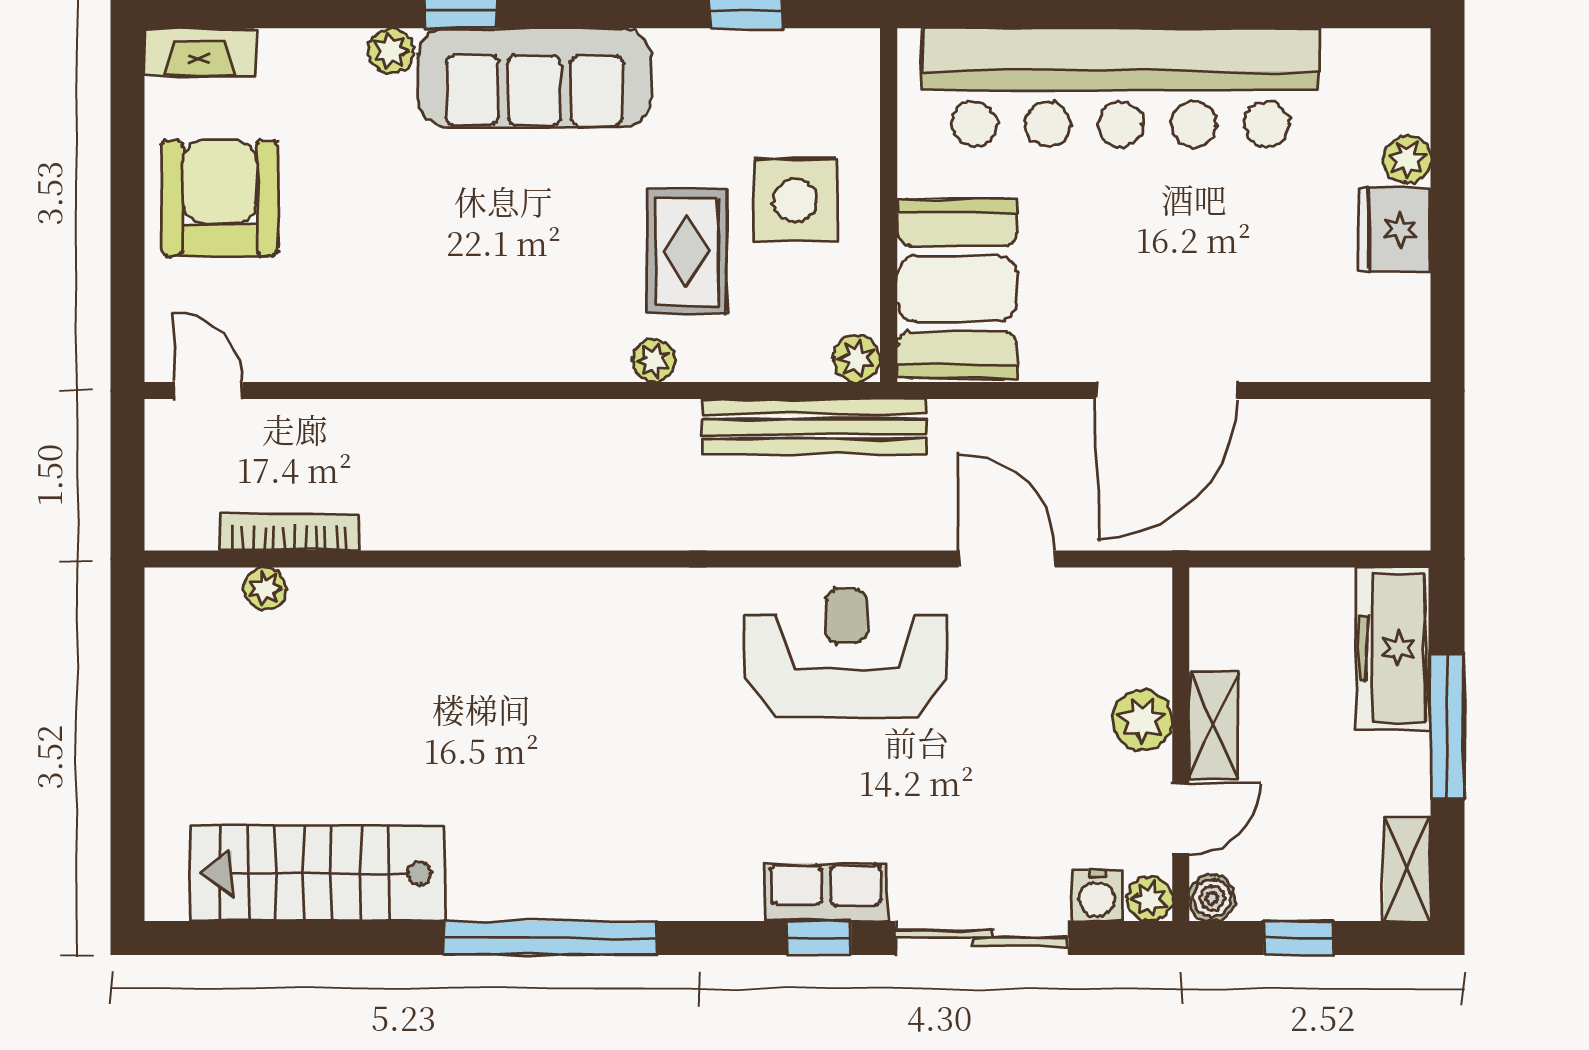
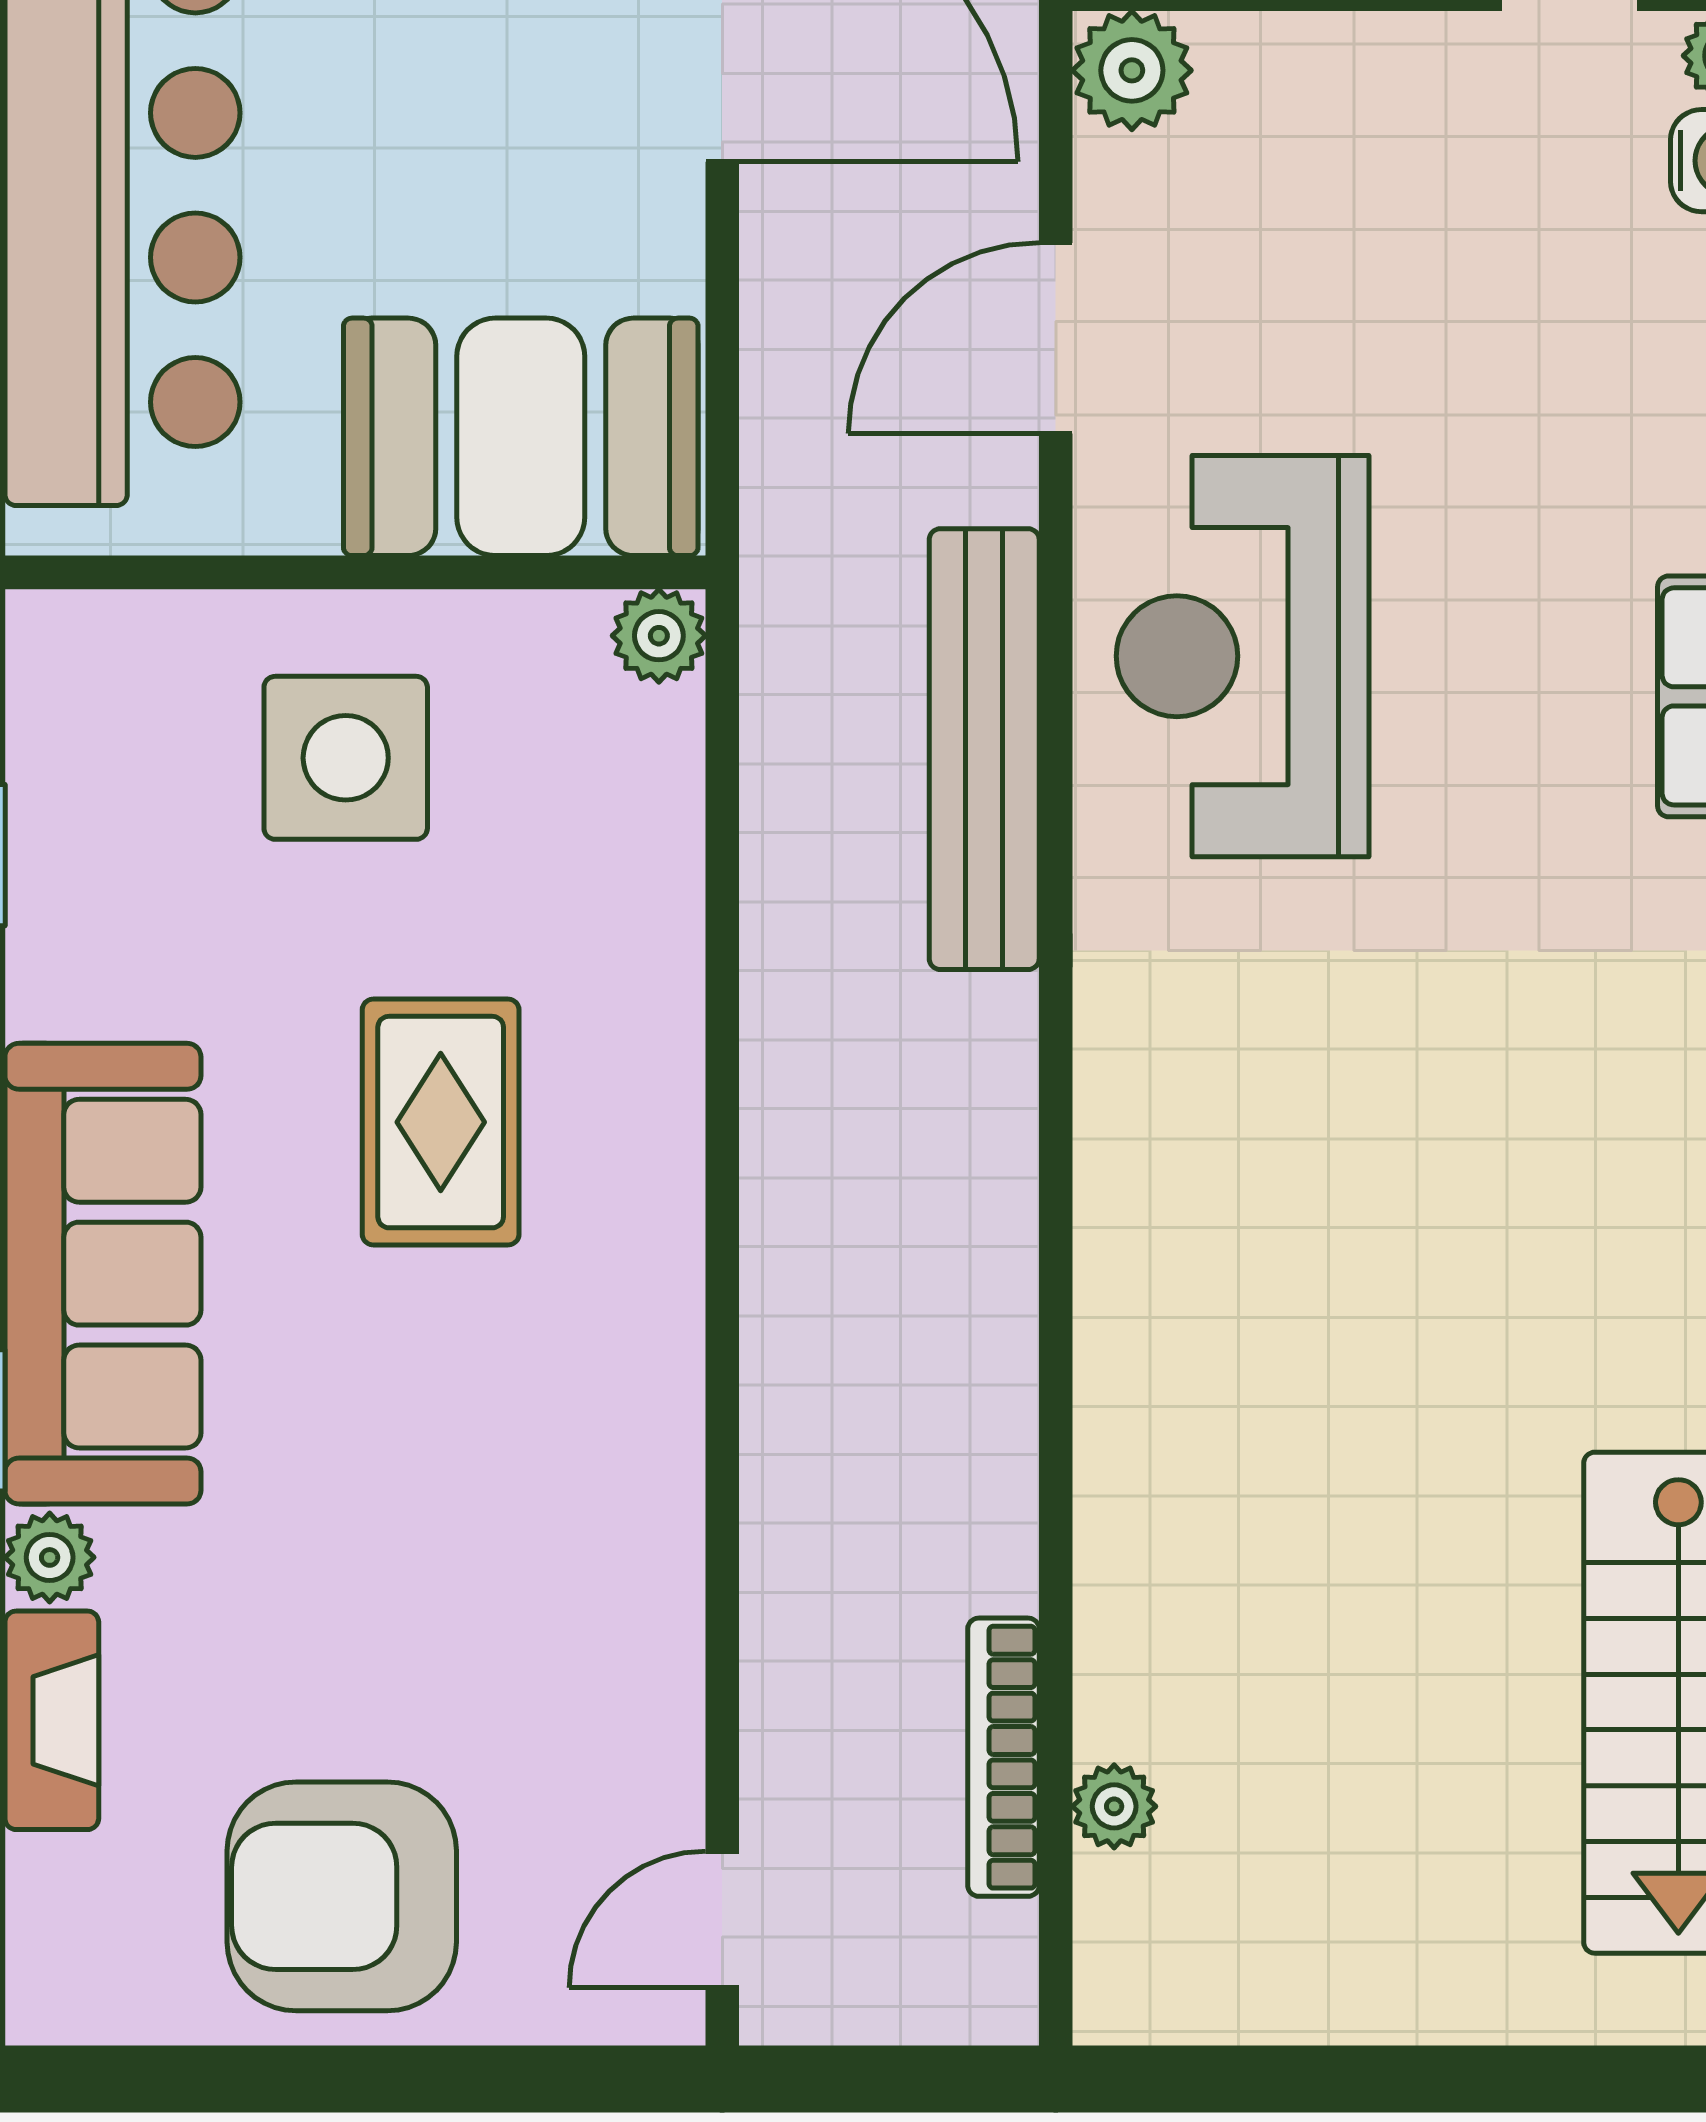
fireplace: (200, 52) -> (52, 1720), moved
rug: (687, 252) -> (441, 1122), moved, turned 90
plant: (654, 361) -> (663, 1037), removed
bench: (814, 427) -> (984, 749), moved
plant: (1142, 720) -> (1132, 70), moved

